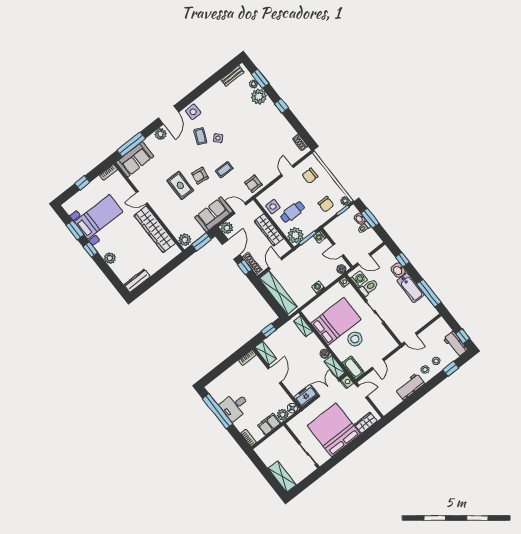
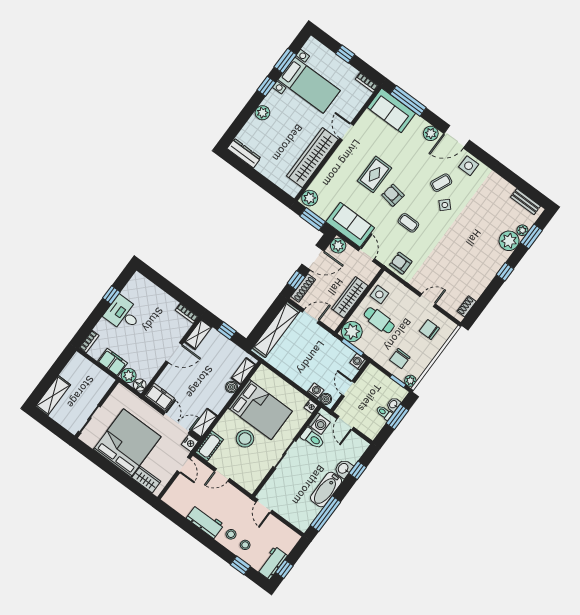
washing machine: (318, 287) -> (316, 391), moved
boiler: (325, 354) -> (232, 387), moved
window: (218, 411) -> (111, 295), width x0.32

